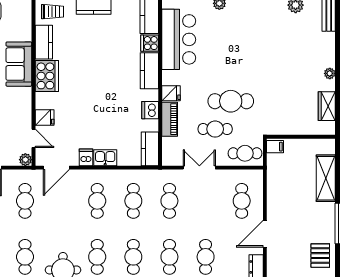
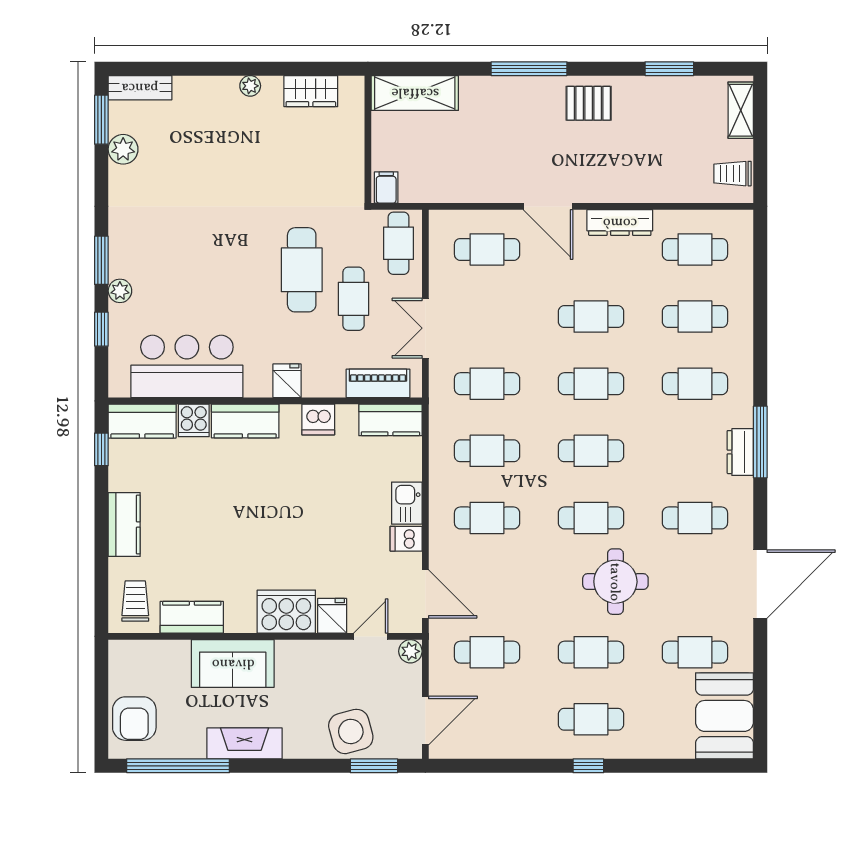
cooker: (47, 76) -> (286, 612), moved
piano: (170, 119) -> (378, 383), moved
shelving: (326, 178) -> (415, 93), moved

